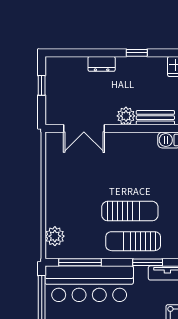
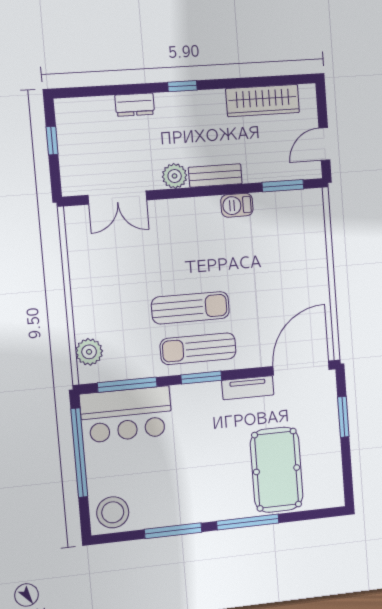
window: (148, 262) -> (201, 378), moved
bar counter: (89, 284) -> (126, 414), width x0.73

